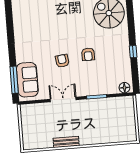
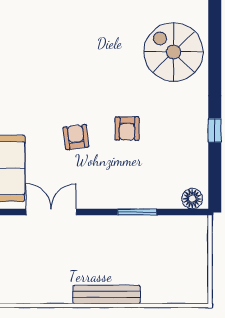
double door: (63, 99) -> (51, 212), moved
bench: (66, 142) -> (107, 295), moved, width x1.36

